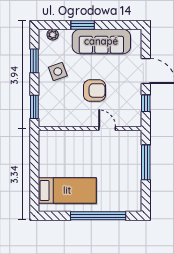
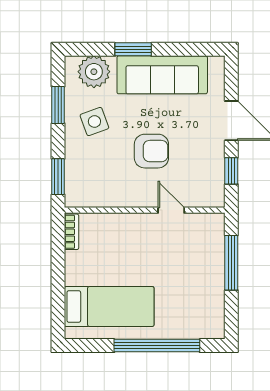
plant: (53, 35) -> (94, 72), width x1.88, depth x1.88
bookcase: (43, 142) -> (72, 232), added

